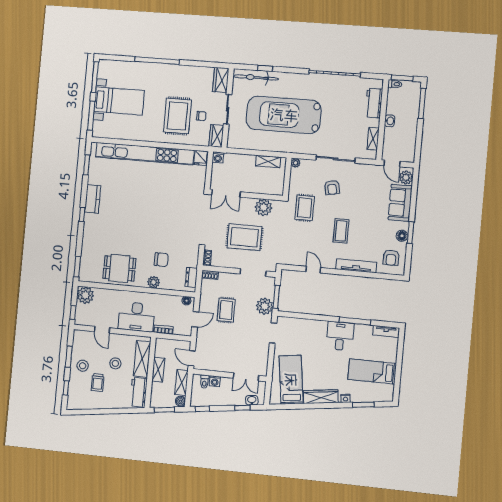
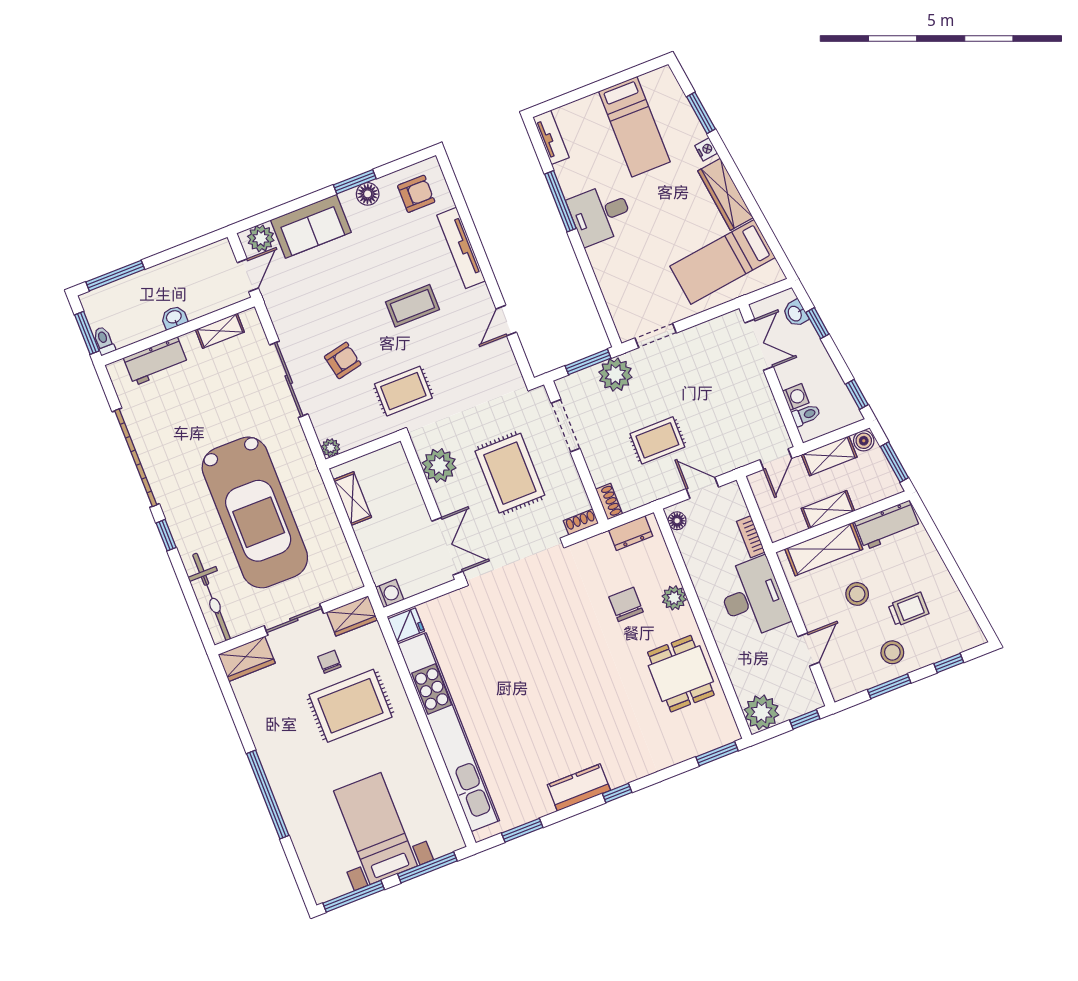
window: (265, 68) -> (166, 535), moved

